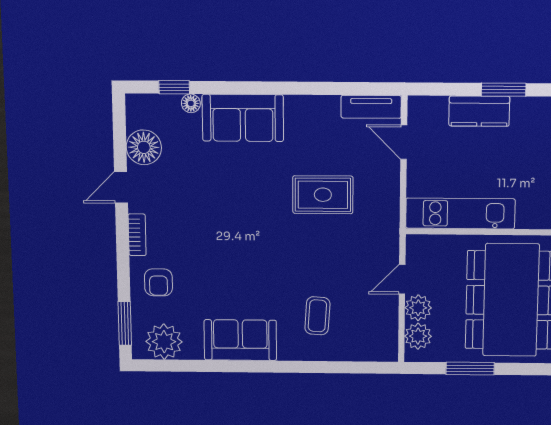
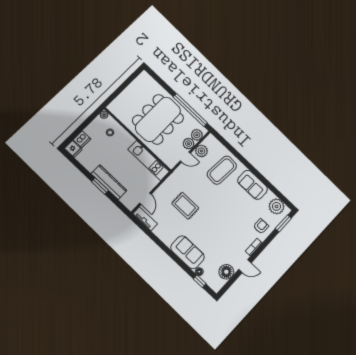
kitchen counter: (479, 111) -> (109, 182), width x1.50
coffee table: (317, 316) -> (222, 170), width x1.86, depth x1.72
plant: (384, 316) -> (201, 151), added
window: (470, 369) -> (190, 110), width x2.11

